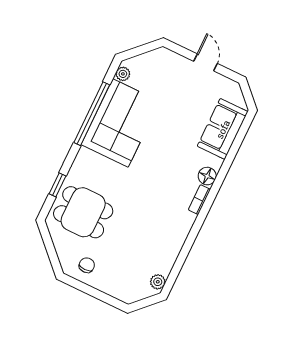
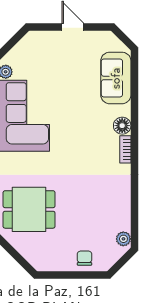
chair: (87, 265) -> (85, 258), moved

